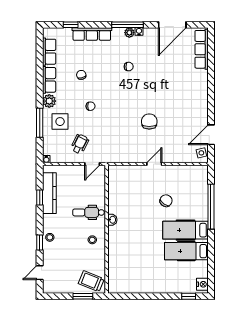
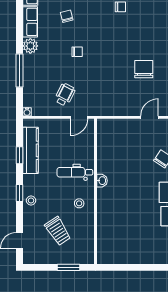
side table: (60, 122) -> (43, 69), removed
window: (40, 243) -> (19, 193), moved
trolley: (91, 281) -> (58, 231), moved, turned -145

